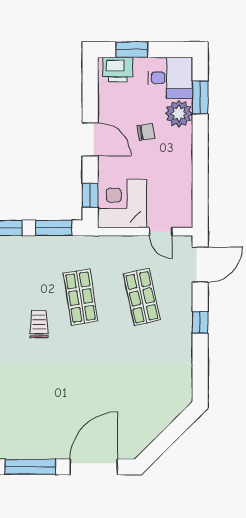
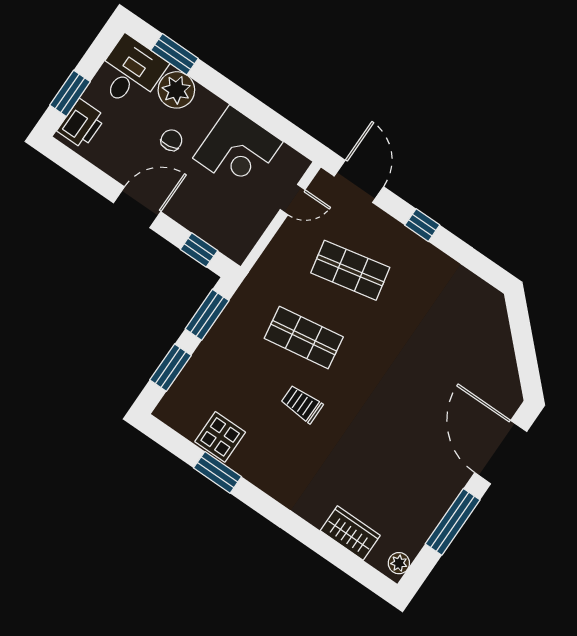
corner desk: (122, 203) -> (238, 150), moved, turned -90

